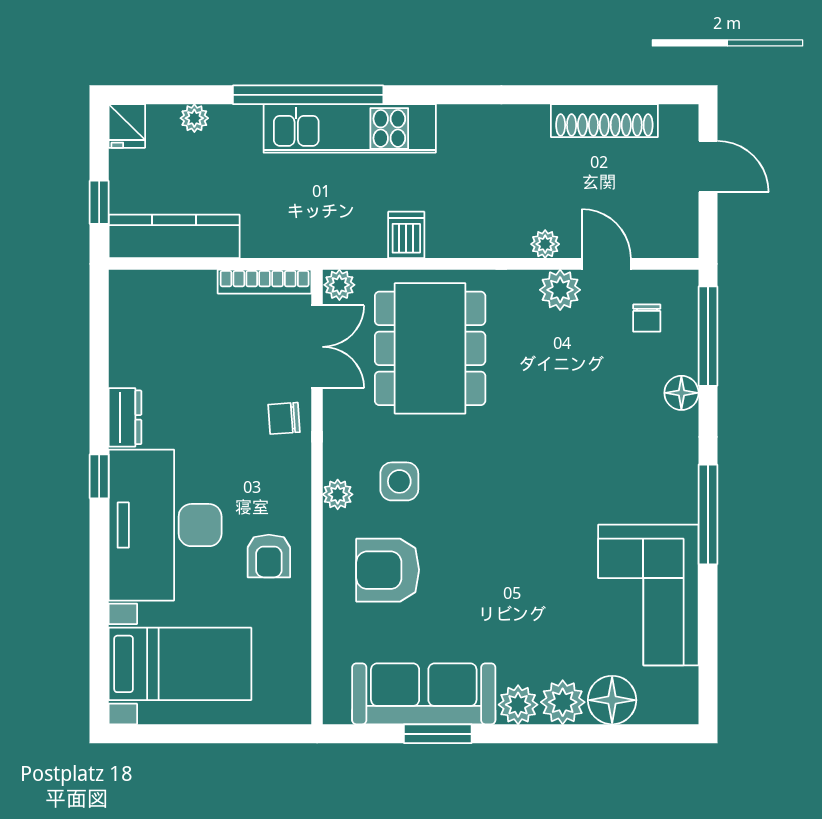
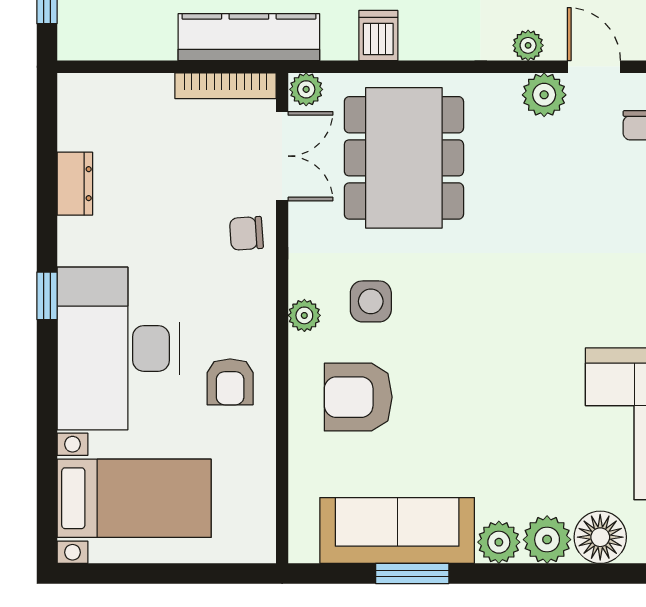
kitchen counter: (174, 236) -> (249, 37), moved
dresser: (125, 417) -> (75, 184), moved

